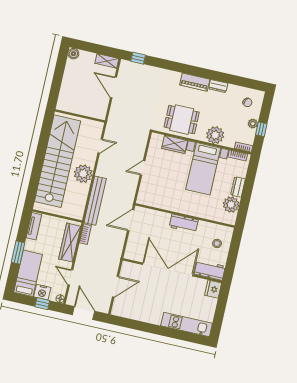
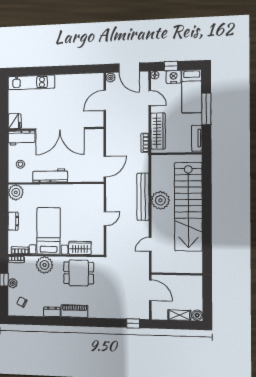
shelving: (107, 61) -> (179, 315), moved
wall: (80, 116) -> (177, 274), moved
door: (100, 146) -> (150, 244), moved
bench: (95, 201) -> (143, 197), moved
plant: (231, 205) -> (16, 192), moved
workbench: (184, 223) -> (50, 176), width x1.38
window: (18, 252) -> (206, 109), width x1.44
plant: (104, 308) -> (111, 78), added

